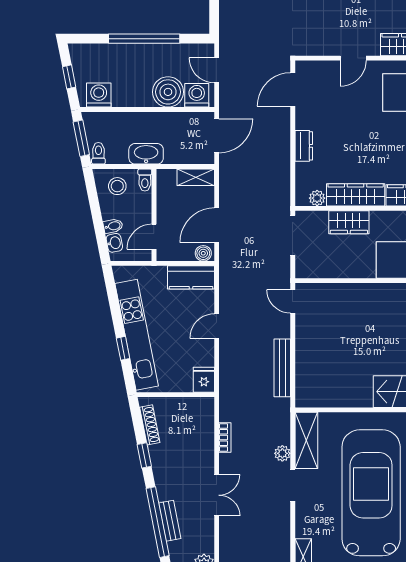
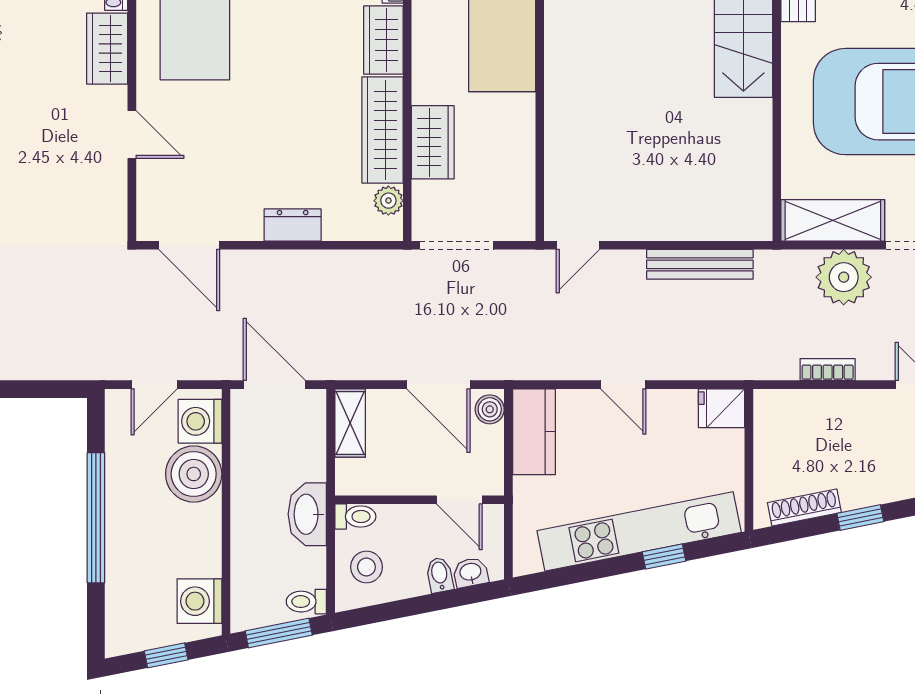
plant: (282, 453) -> (844, 277), width x1.87, depth x1.87

